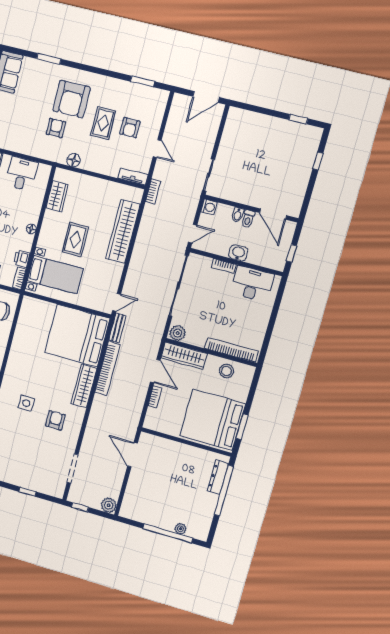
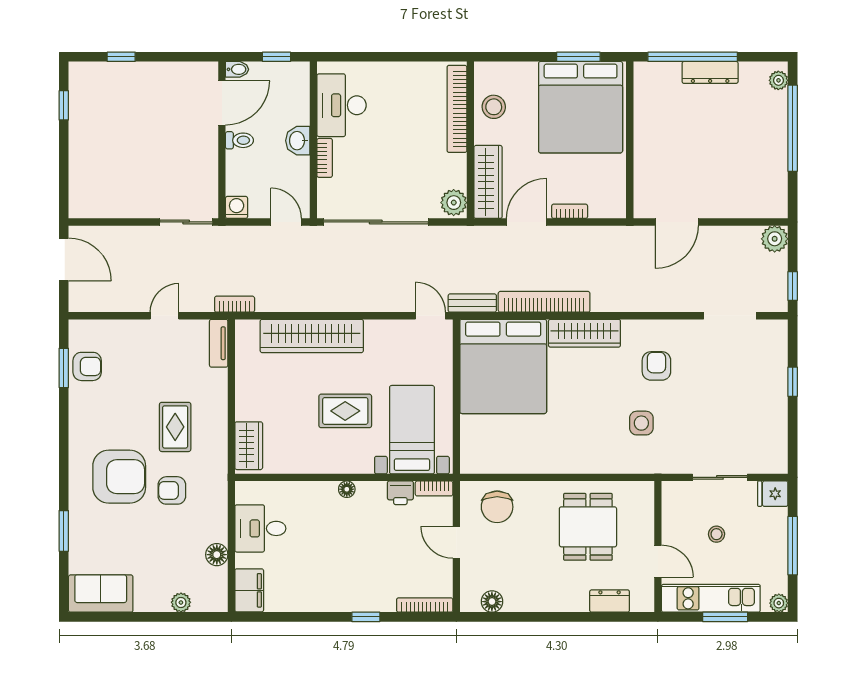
rug: (103, 123) -> (175, 427), moved, turned 90
armchair: (130, 128) -> (87, 366), moved
floor lamp: (74, 160) -> (217, 555), moved
wardrobe: (57, 196) -> (249, 446), moved, turned 90
bidet: (238, 215) -> (237, 69), moved
armchair: (55, 420) -> (656, 366), turned 90
dresser: (218, 477) -> (710, 72), moved
plant: (180, 529) -> (778, 80), moved

